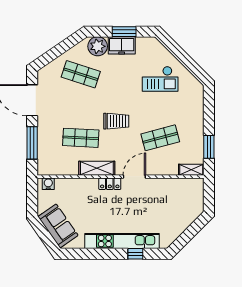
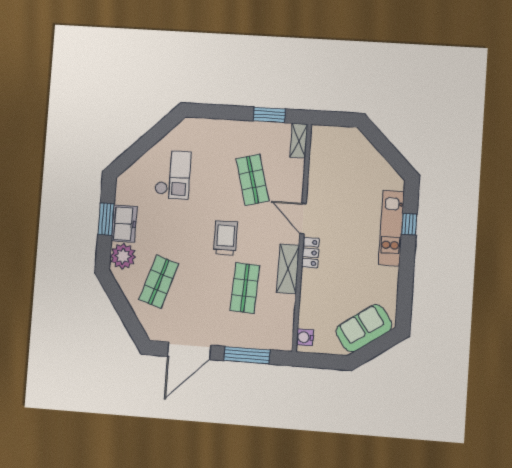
kitchen unit: (122, 241) -> (391, 228), width x0.73

